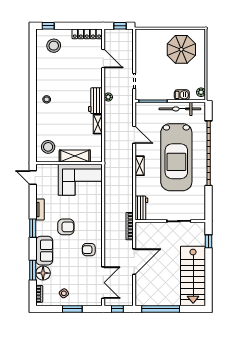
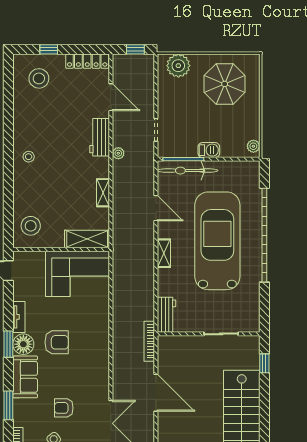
window: (48, 26) -> (49, 49), moved
plant: (149, 37) -> (178, 66), added
barbecue: (182, 95) -> (209, 150), moved
workbench: (95, 101) -> (100, 137), moved
bicycle: (180, 109) -> (188, 171), moved
shelving: (75, 156) -> (87, 239), moved
car: (176, 157) -> (217, 241), turned 180
armchair: (89, 250) -> (64, 408), moved
door: (134, 262) -> (156, 393), hinge flipped
floor lamp: (43, 273) -> (23, 344), moved

